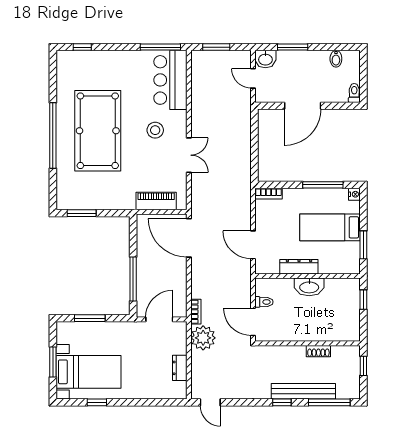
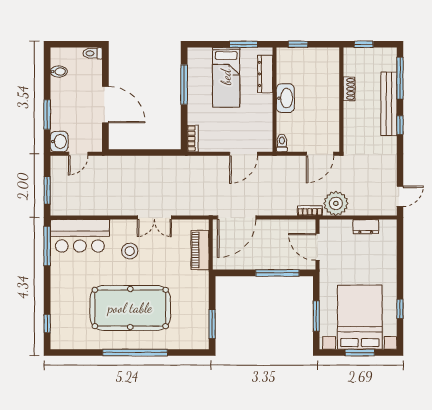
double door: (189, 155) -> (154, 218), swing flipped
nightstand: (354, 194) -> (193, 53), removed
dresser: (299, 267) -> (265, 74), moved
toilet: (264, 302) -> (282, 143), moved
bed with nightstands: (89, 372) -> (360, 317), width x1.36

